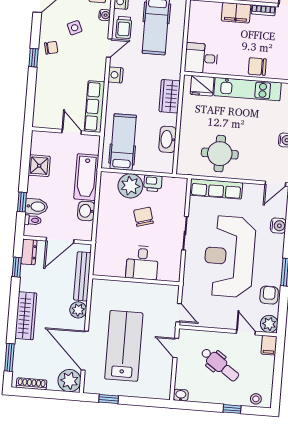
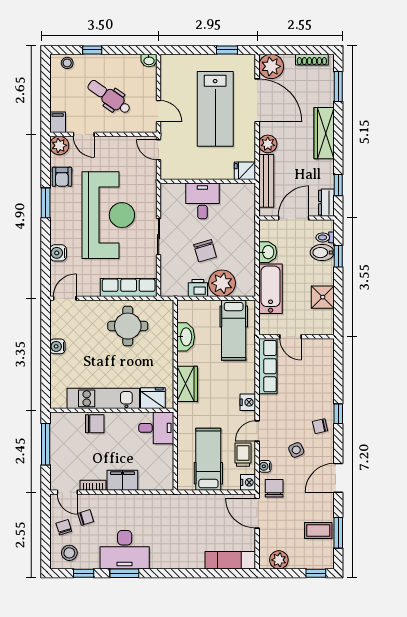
fridge: (101, 287) -> (245, 171), added

